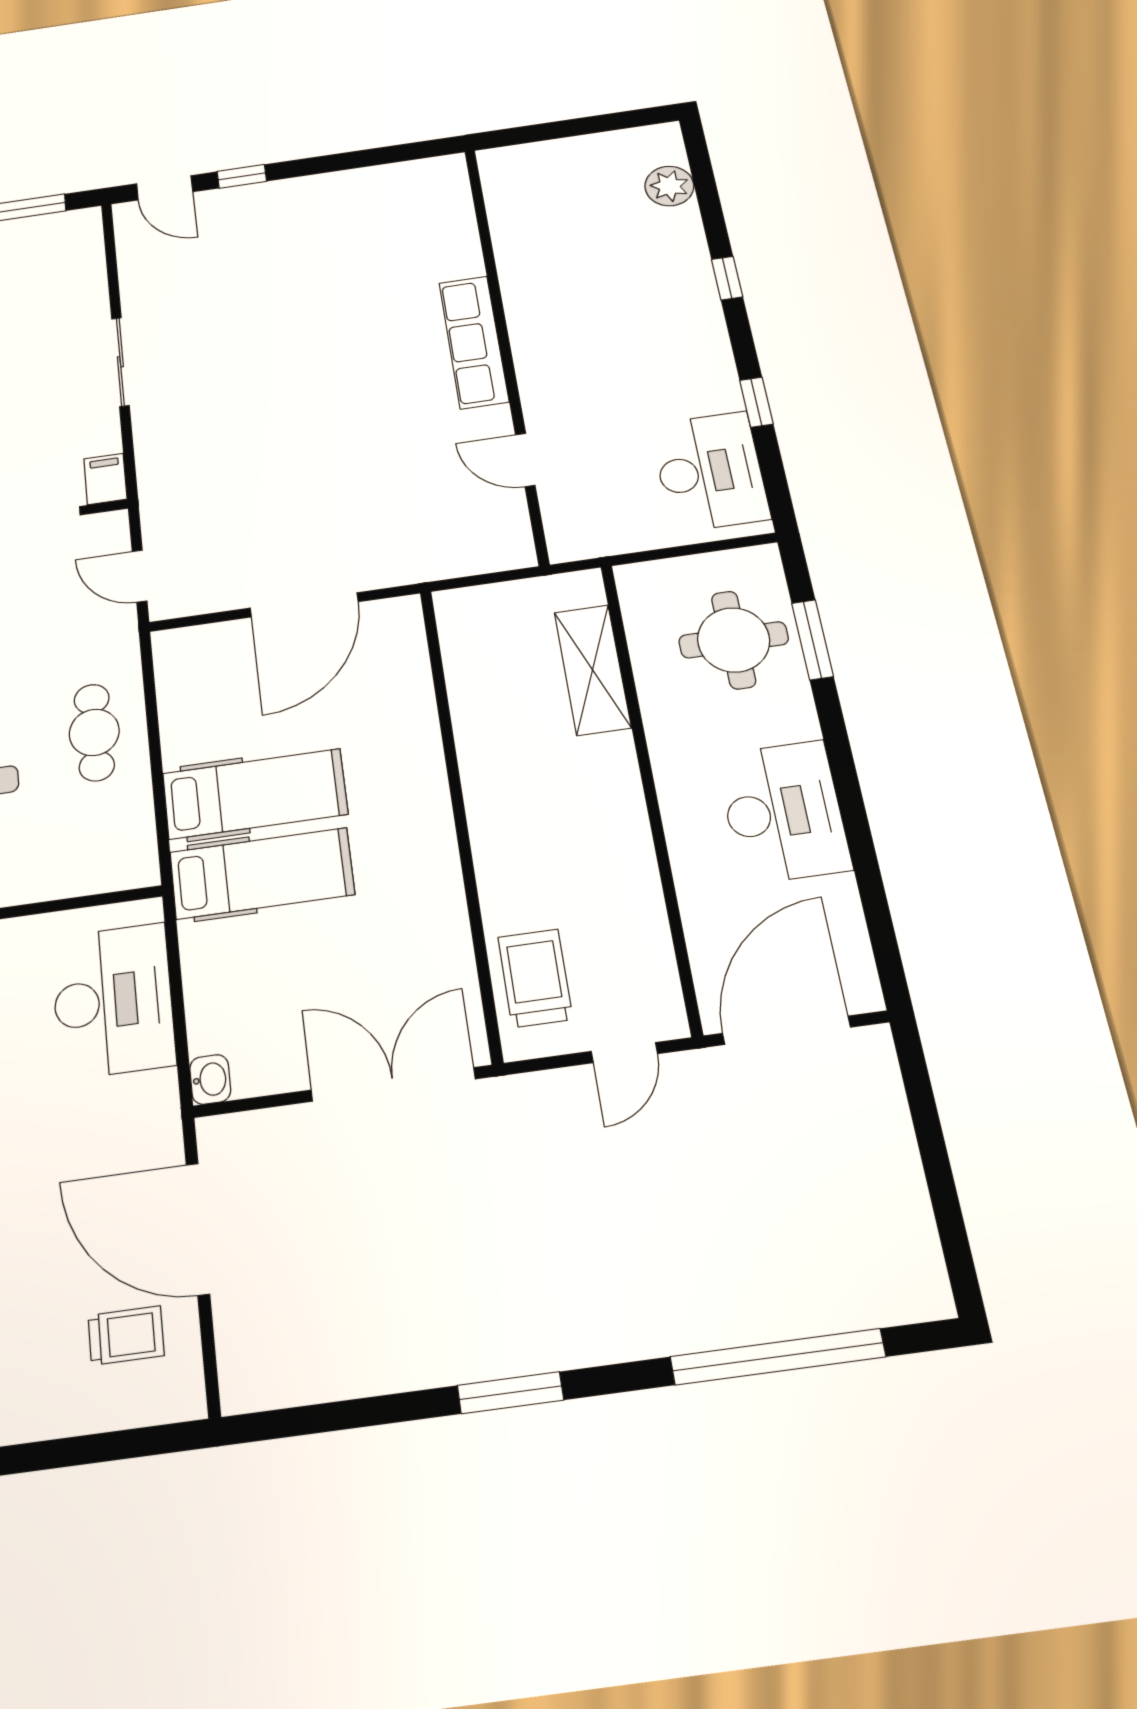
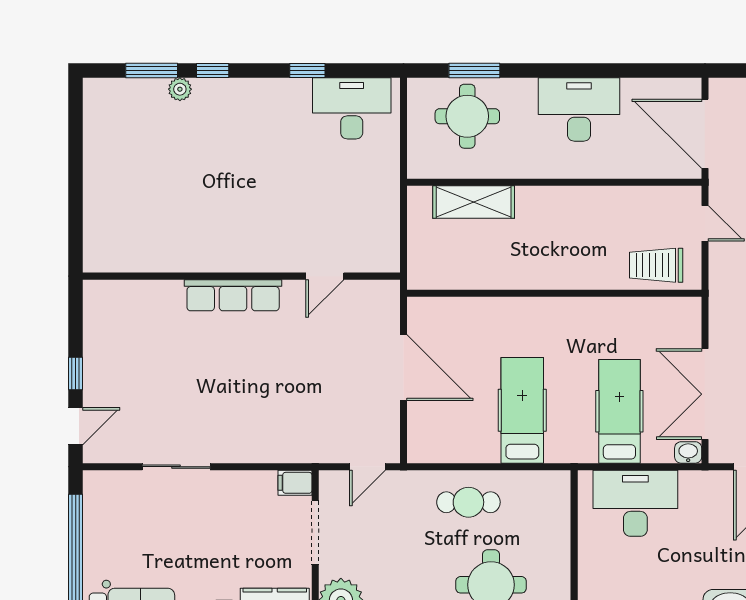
plant: (669, 186) -> (180, 89), moved, width x0.73, depth x0.73
window: (709, 202) -> (152, 70), added
row of seats: (474, 342) -> (233, 295), moved
wall: (505, 348) -> (241, 276), moved
sliding door: (120, 362) -> (176, 467), moved
door: (525, 460) -> (325, 276), moved
hospital bed: (262, 873) -> (619, 411), moved
double door: (393, 1084) -> (705, 394), moved

